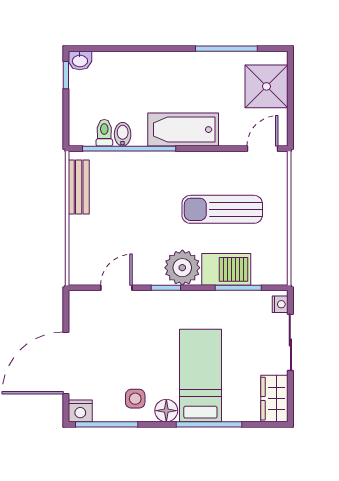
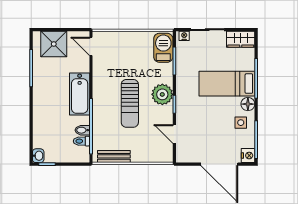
sun lounger: (222, 209) -> (130, 103), moved
barbecue: (226, 269) -> (163, 48), moved

